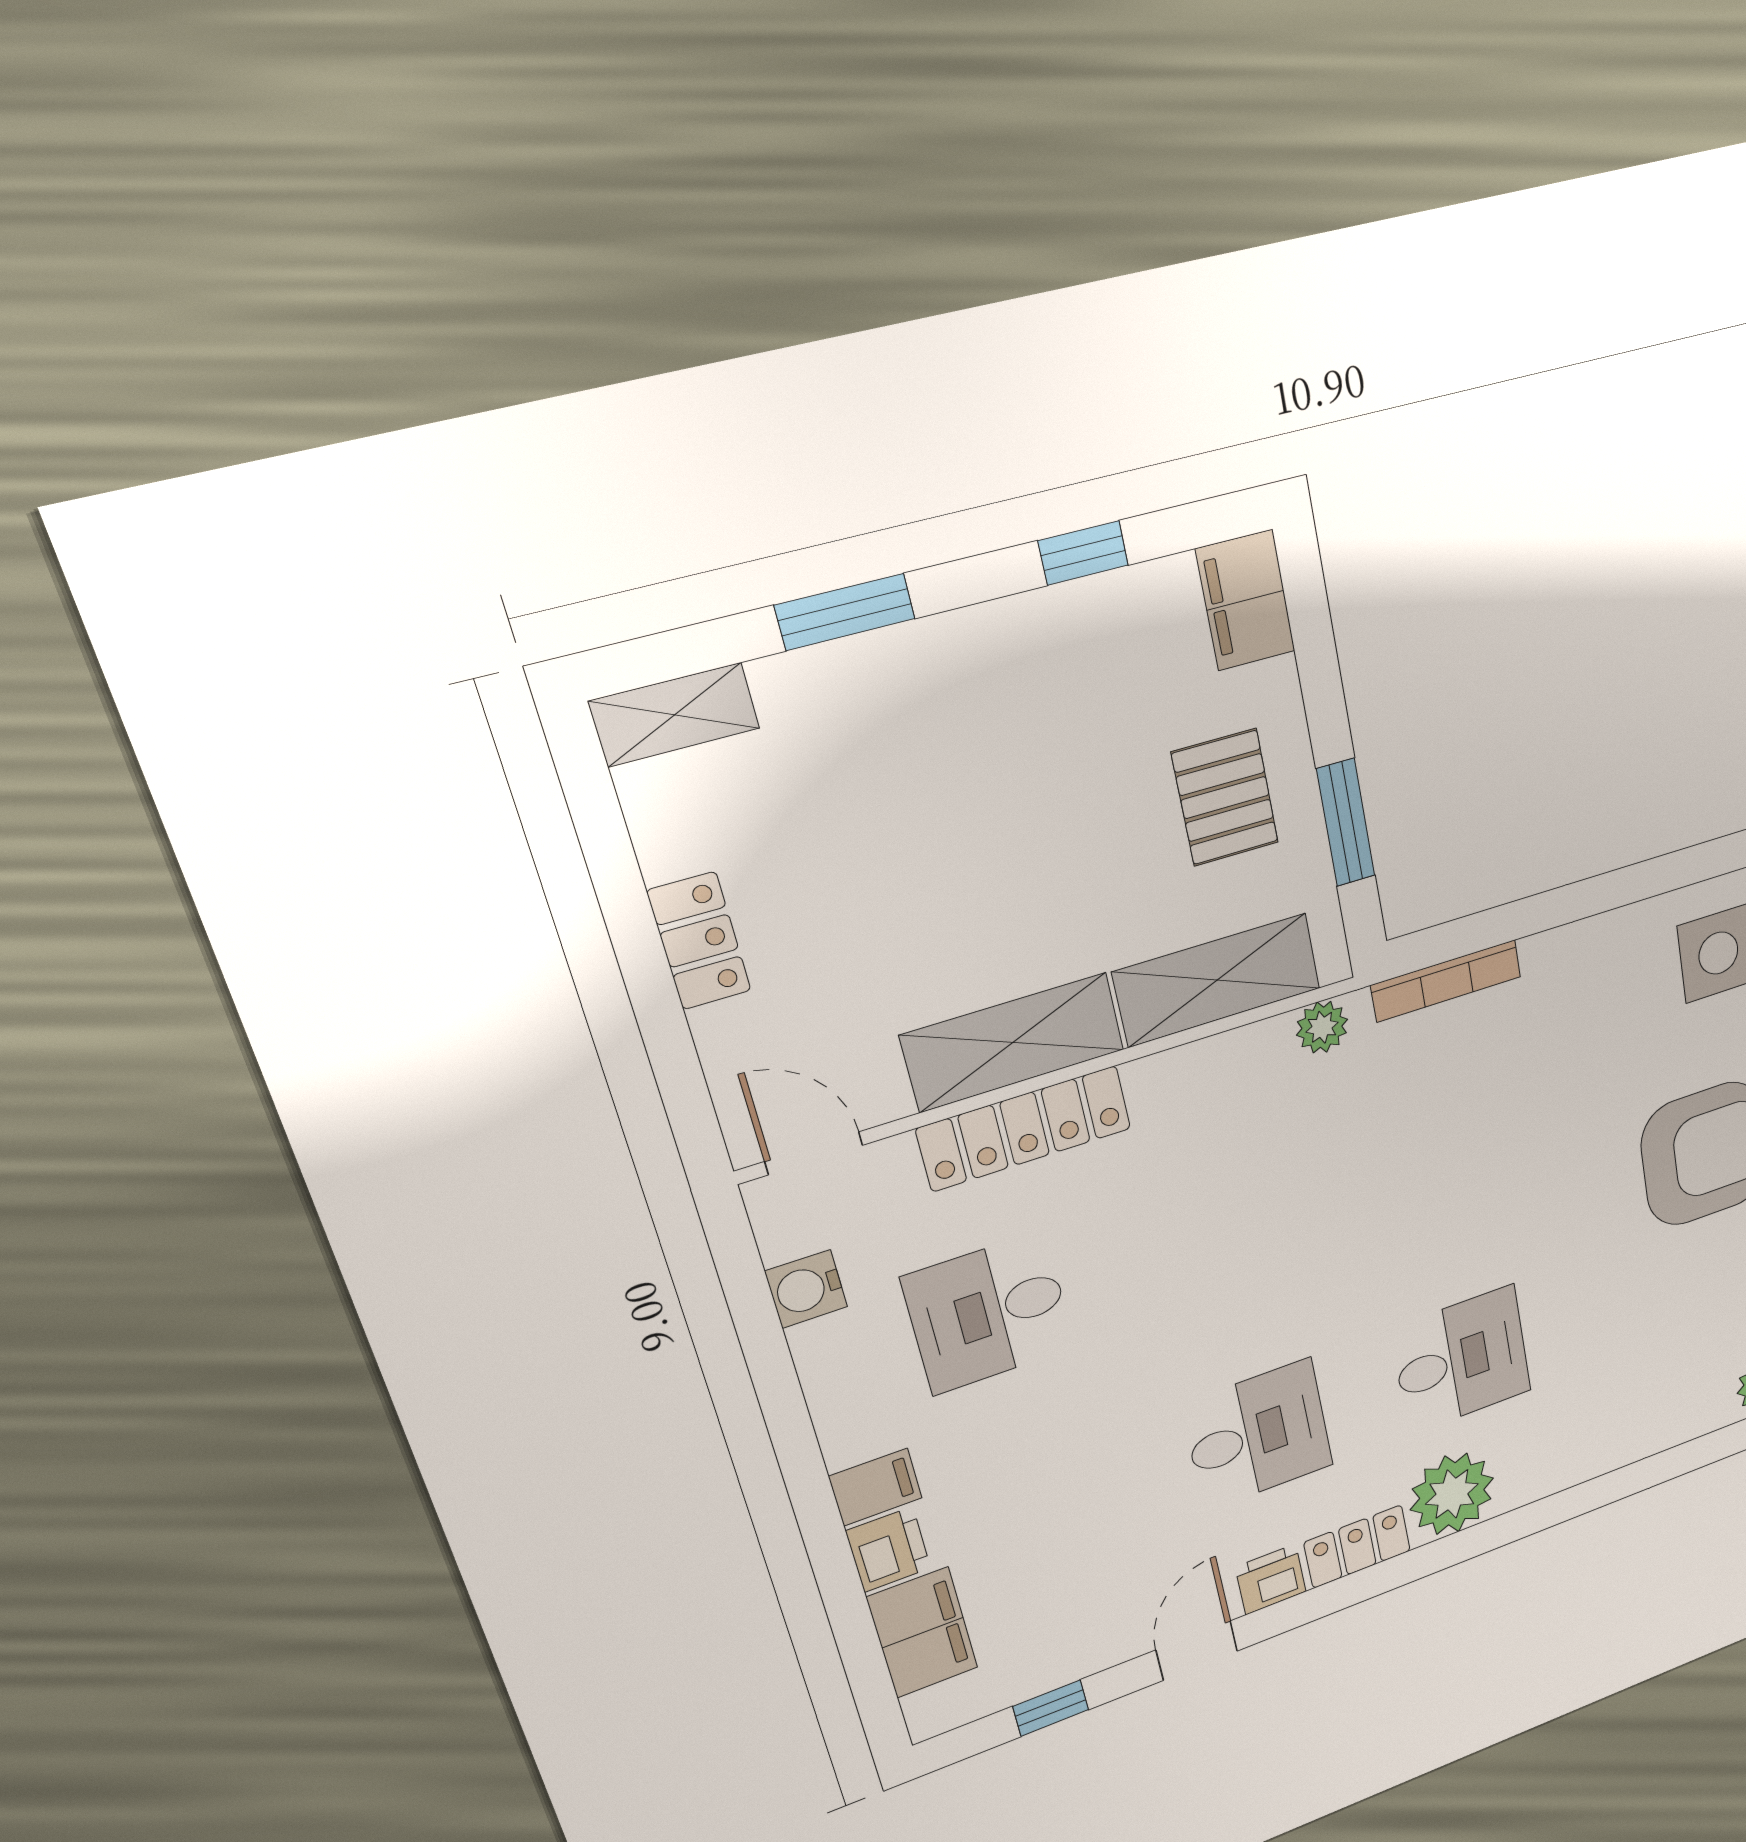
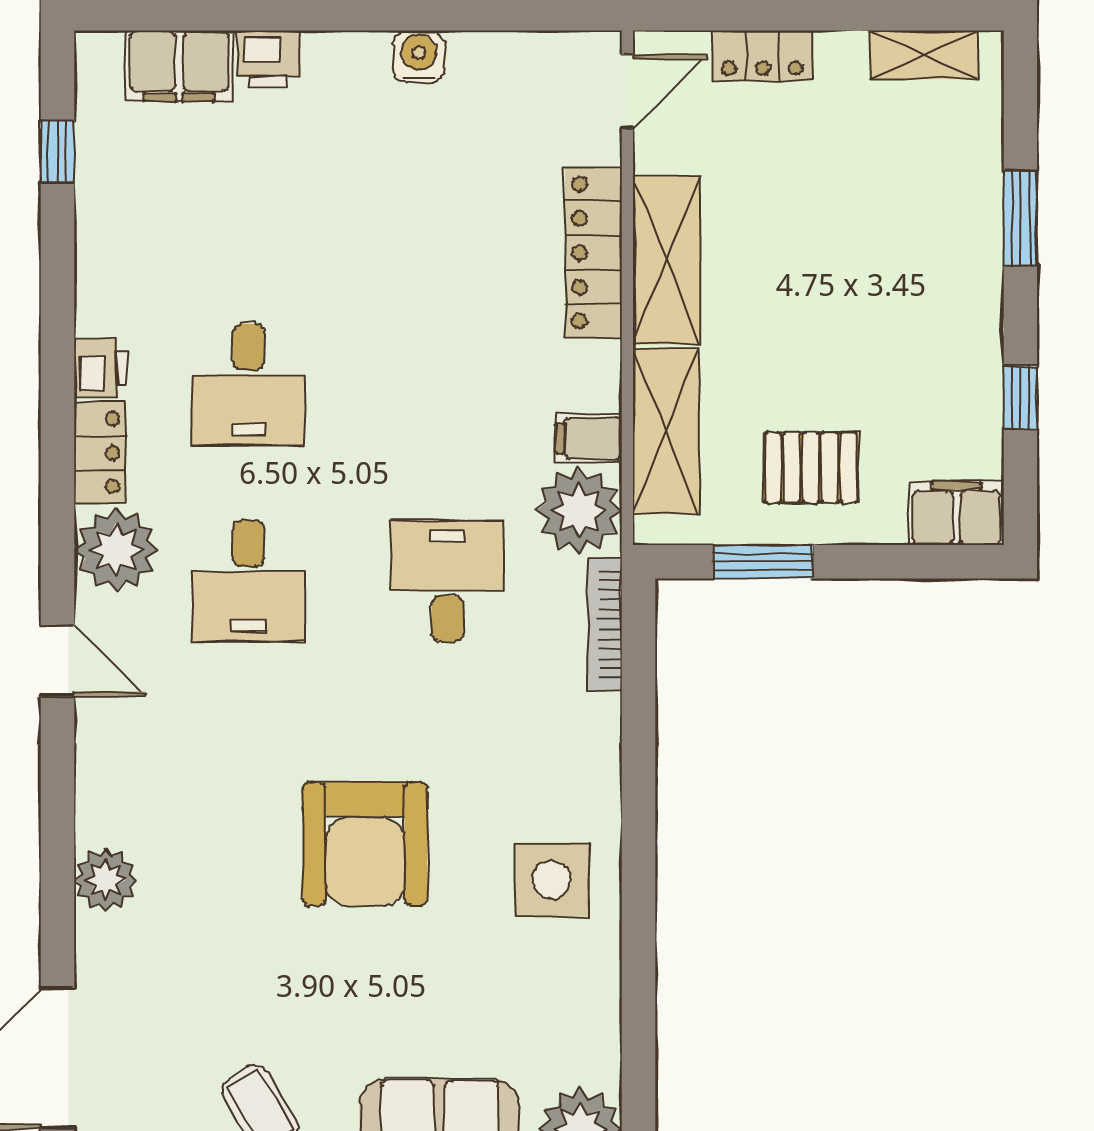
shelving: (674, 715) -> (924, 55), moved, turned 90
locker: (699, 941) -> (762, 56), moved
plant: (1322, 1027) -> (579, 511), width x1.88, depth x1.88
water cooler: (806, 1289) -> (419, 57), moved
desk: (989, 1313) -> (447, 581), moved
filing cabinet: (875, 1487) -> (589, 438), moved, turned 90
door: (1197, 1651) -> (57, 661), moved

